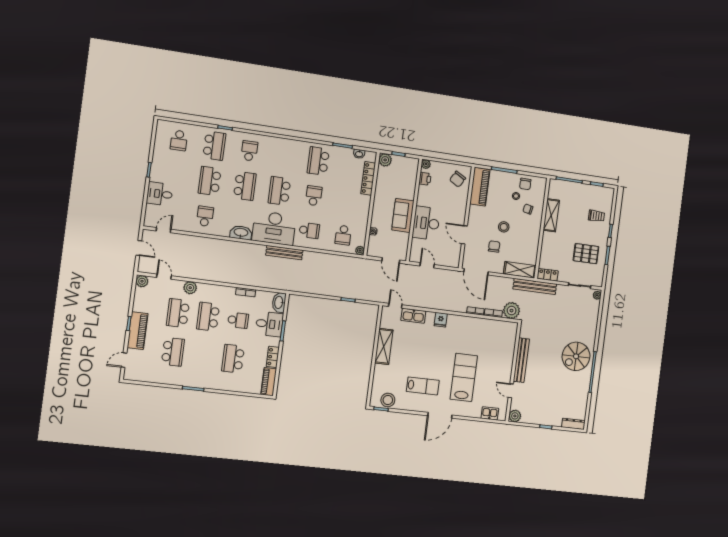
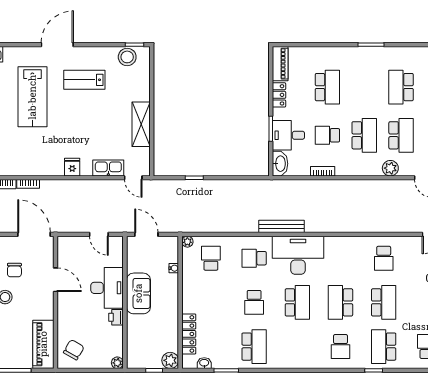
printer: (425, 179) -> (116, 317), moved
washbasin: (241, 233) -> (338, 244), removed

